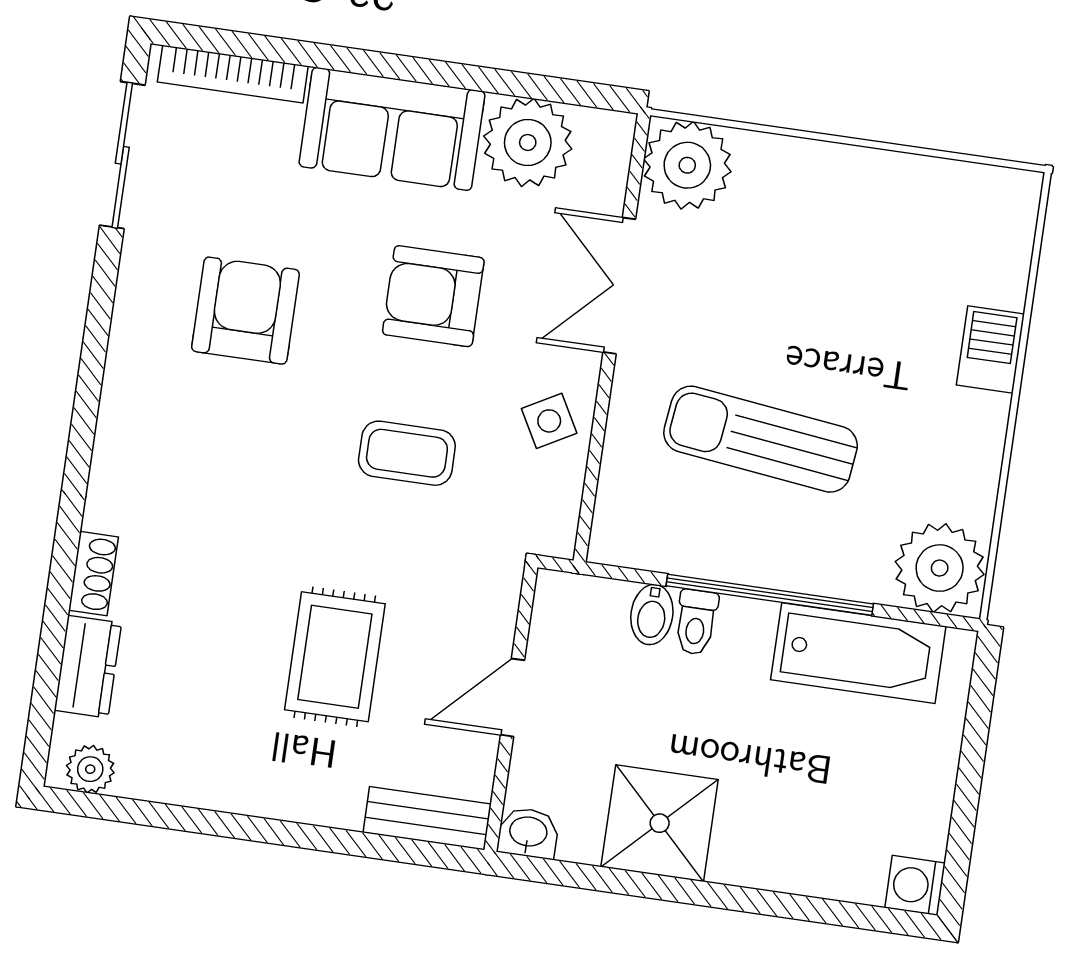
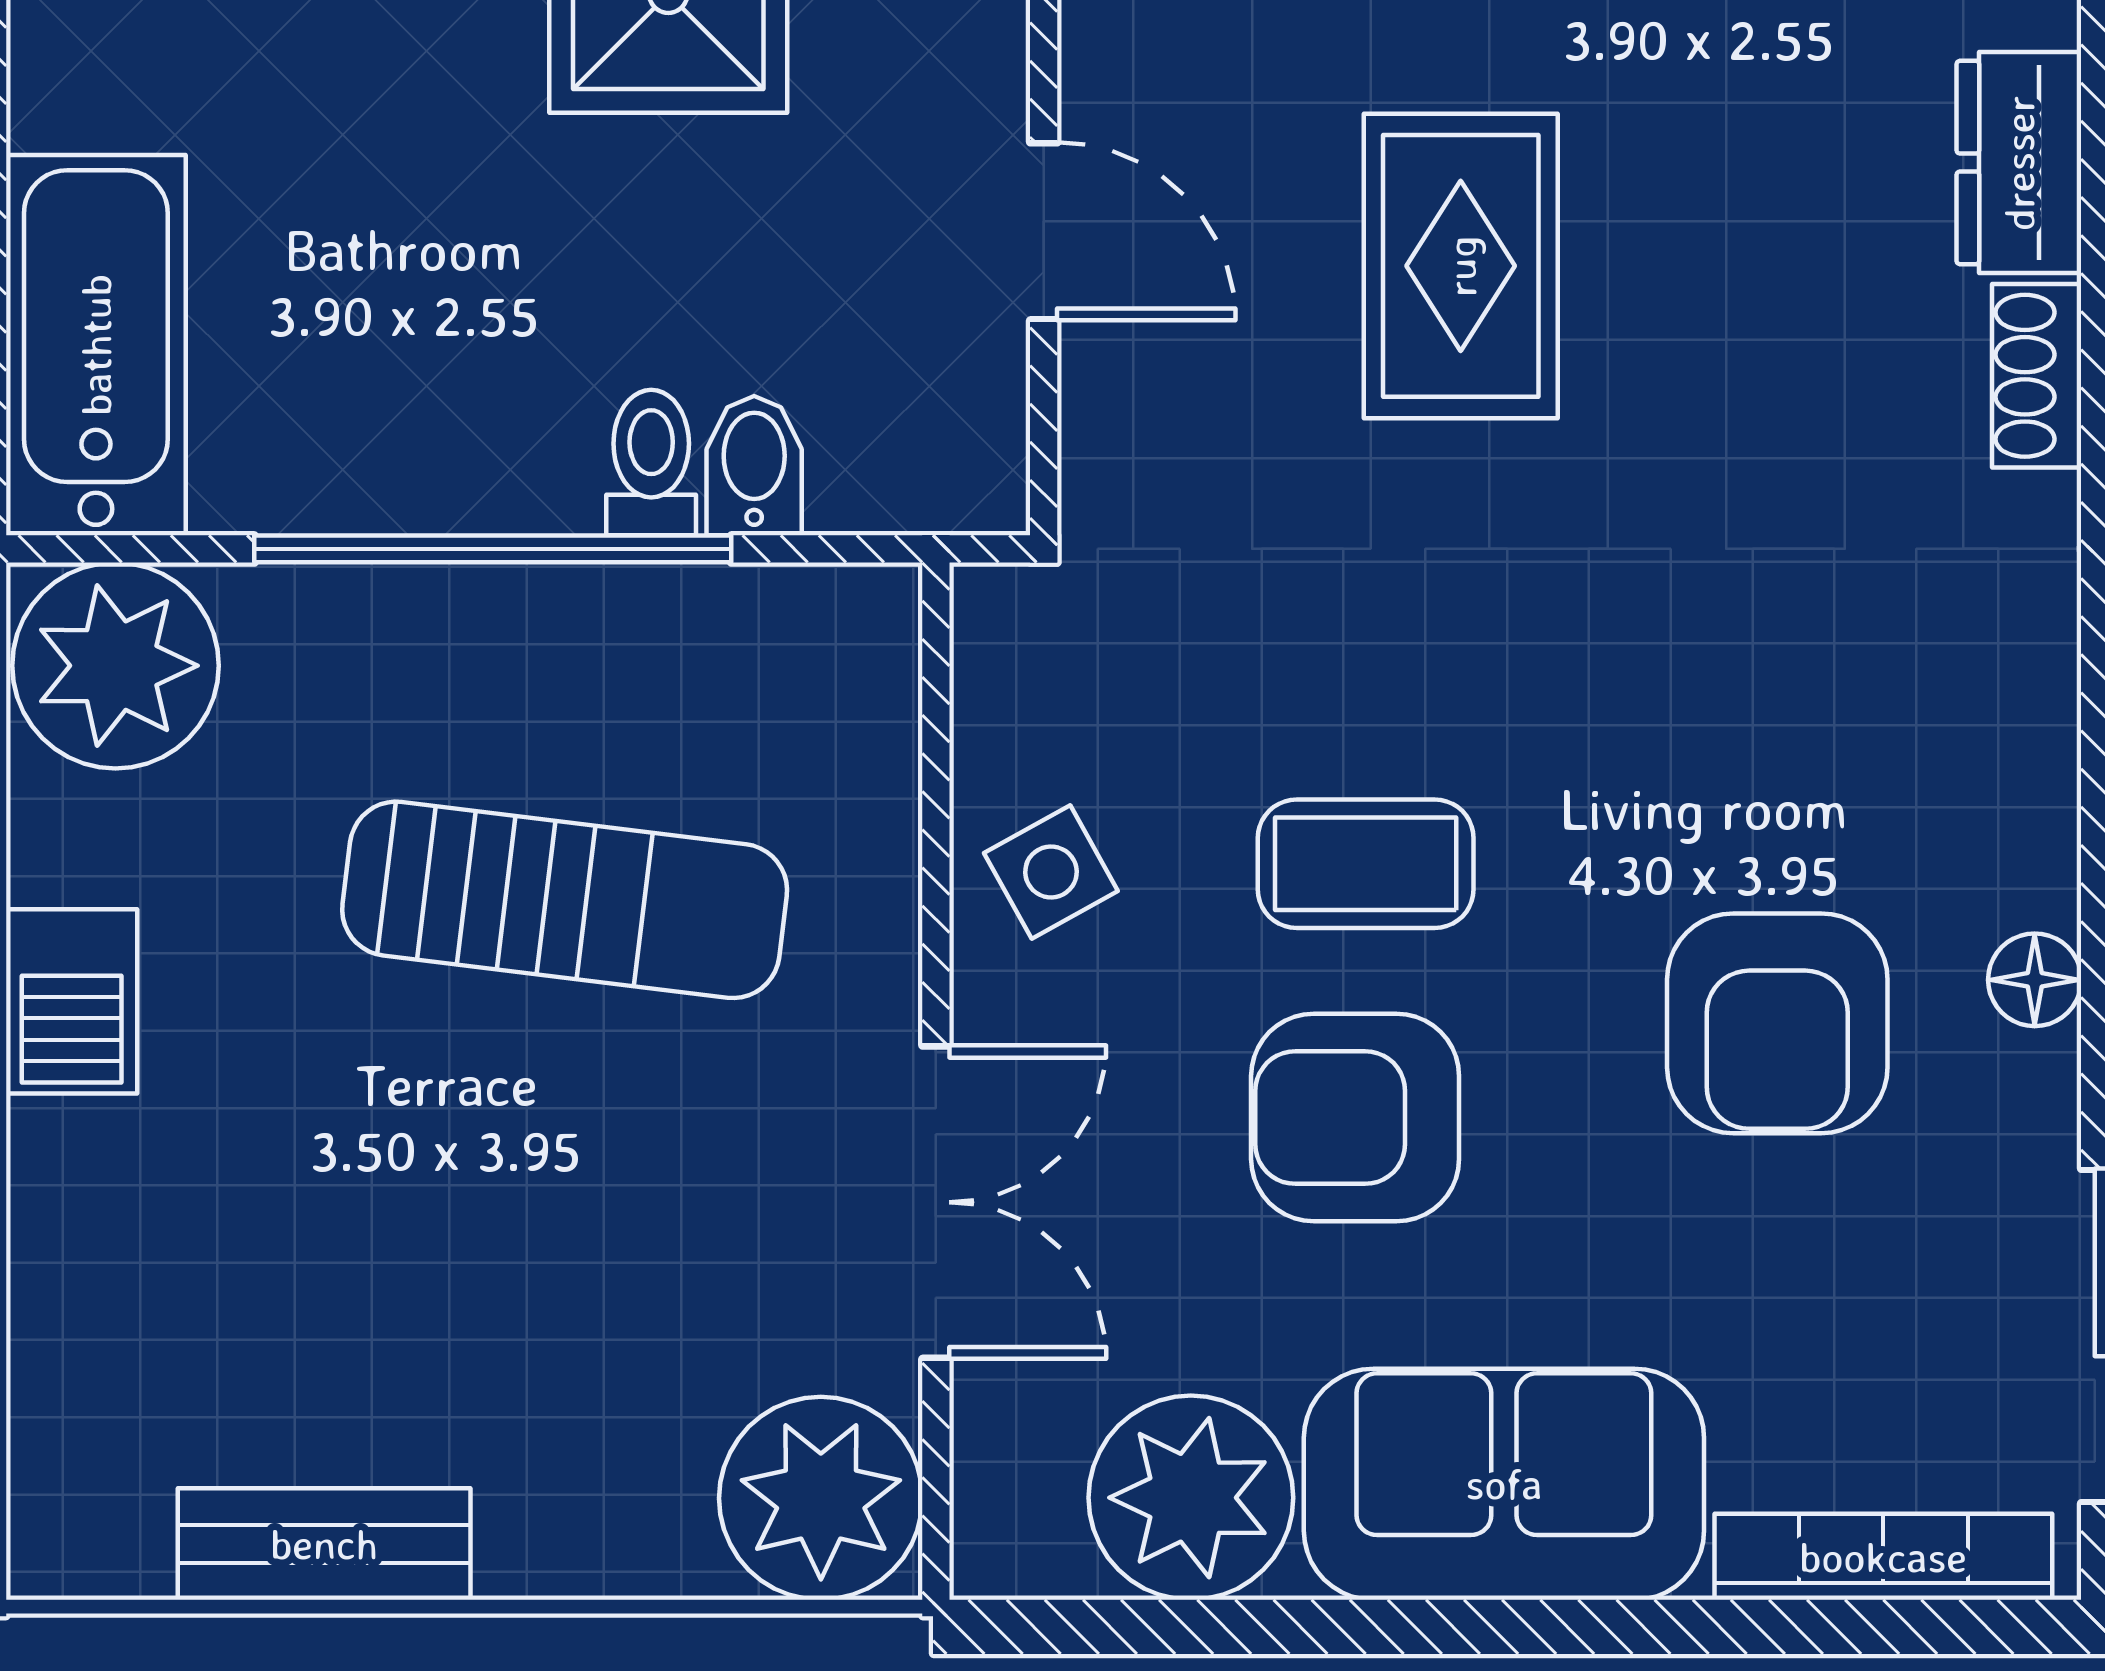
bench: (904, 176) -> (324, 1544), added
armchair: (433, 296) -> (1355, 1118), turned 180
floor lamp: (132, 313) -> (2035, 980), added
barbecue: (990, 349) -> (72, 1001), moved
coffee table: (407, 453) -> (1366, 864), moved
bathtub: (858, 653) -> (96, 345), moved, turned 90
door: (512, 698) -> (1044, 231), hinge flipped

